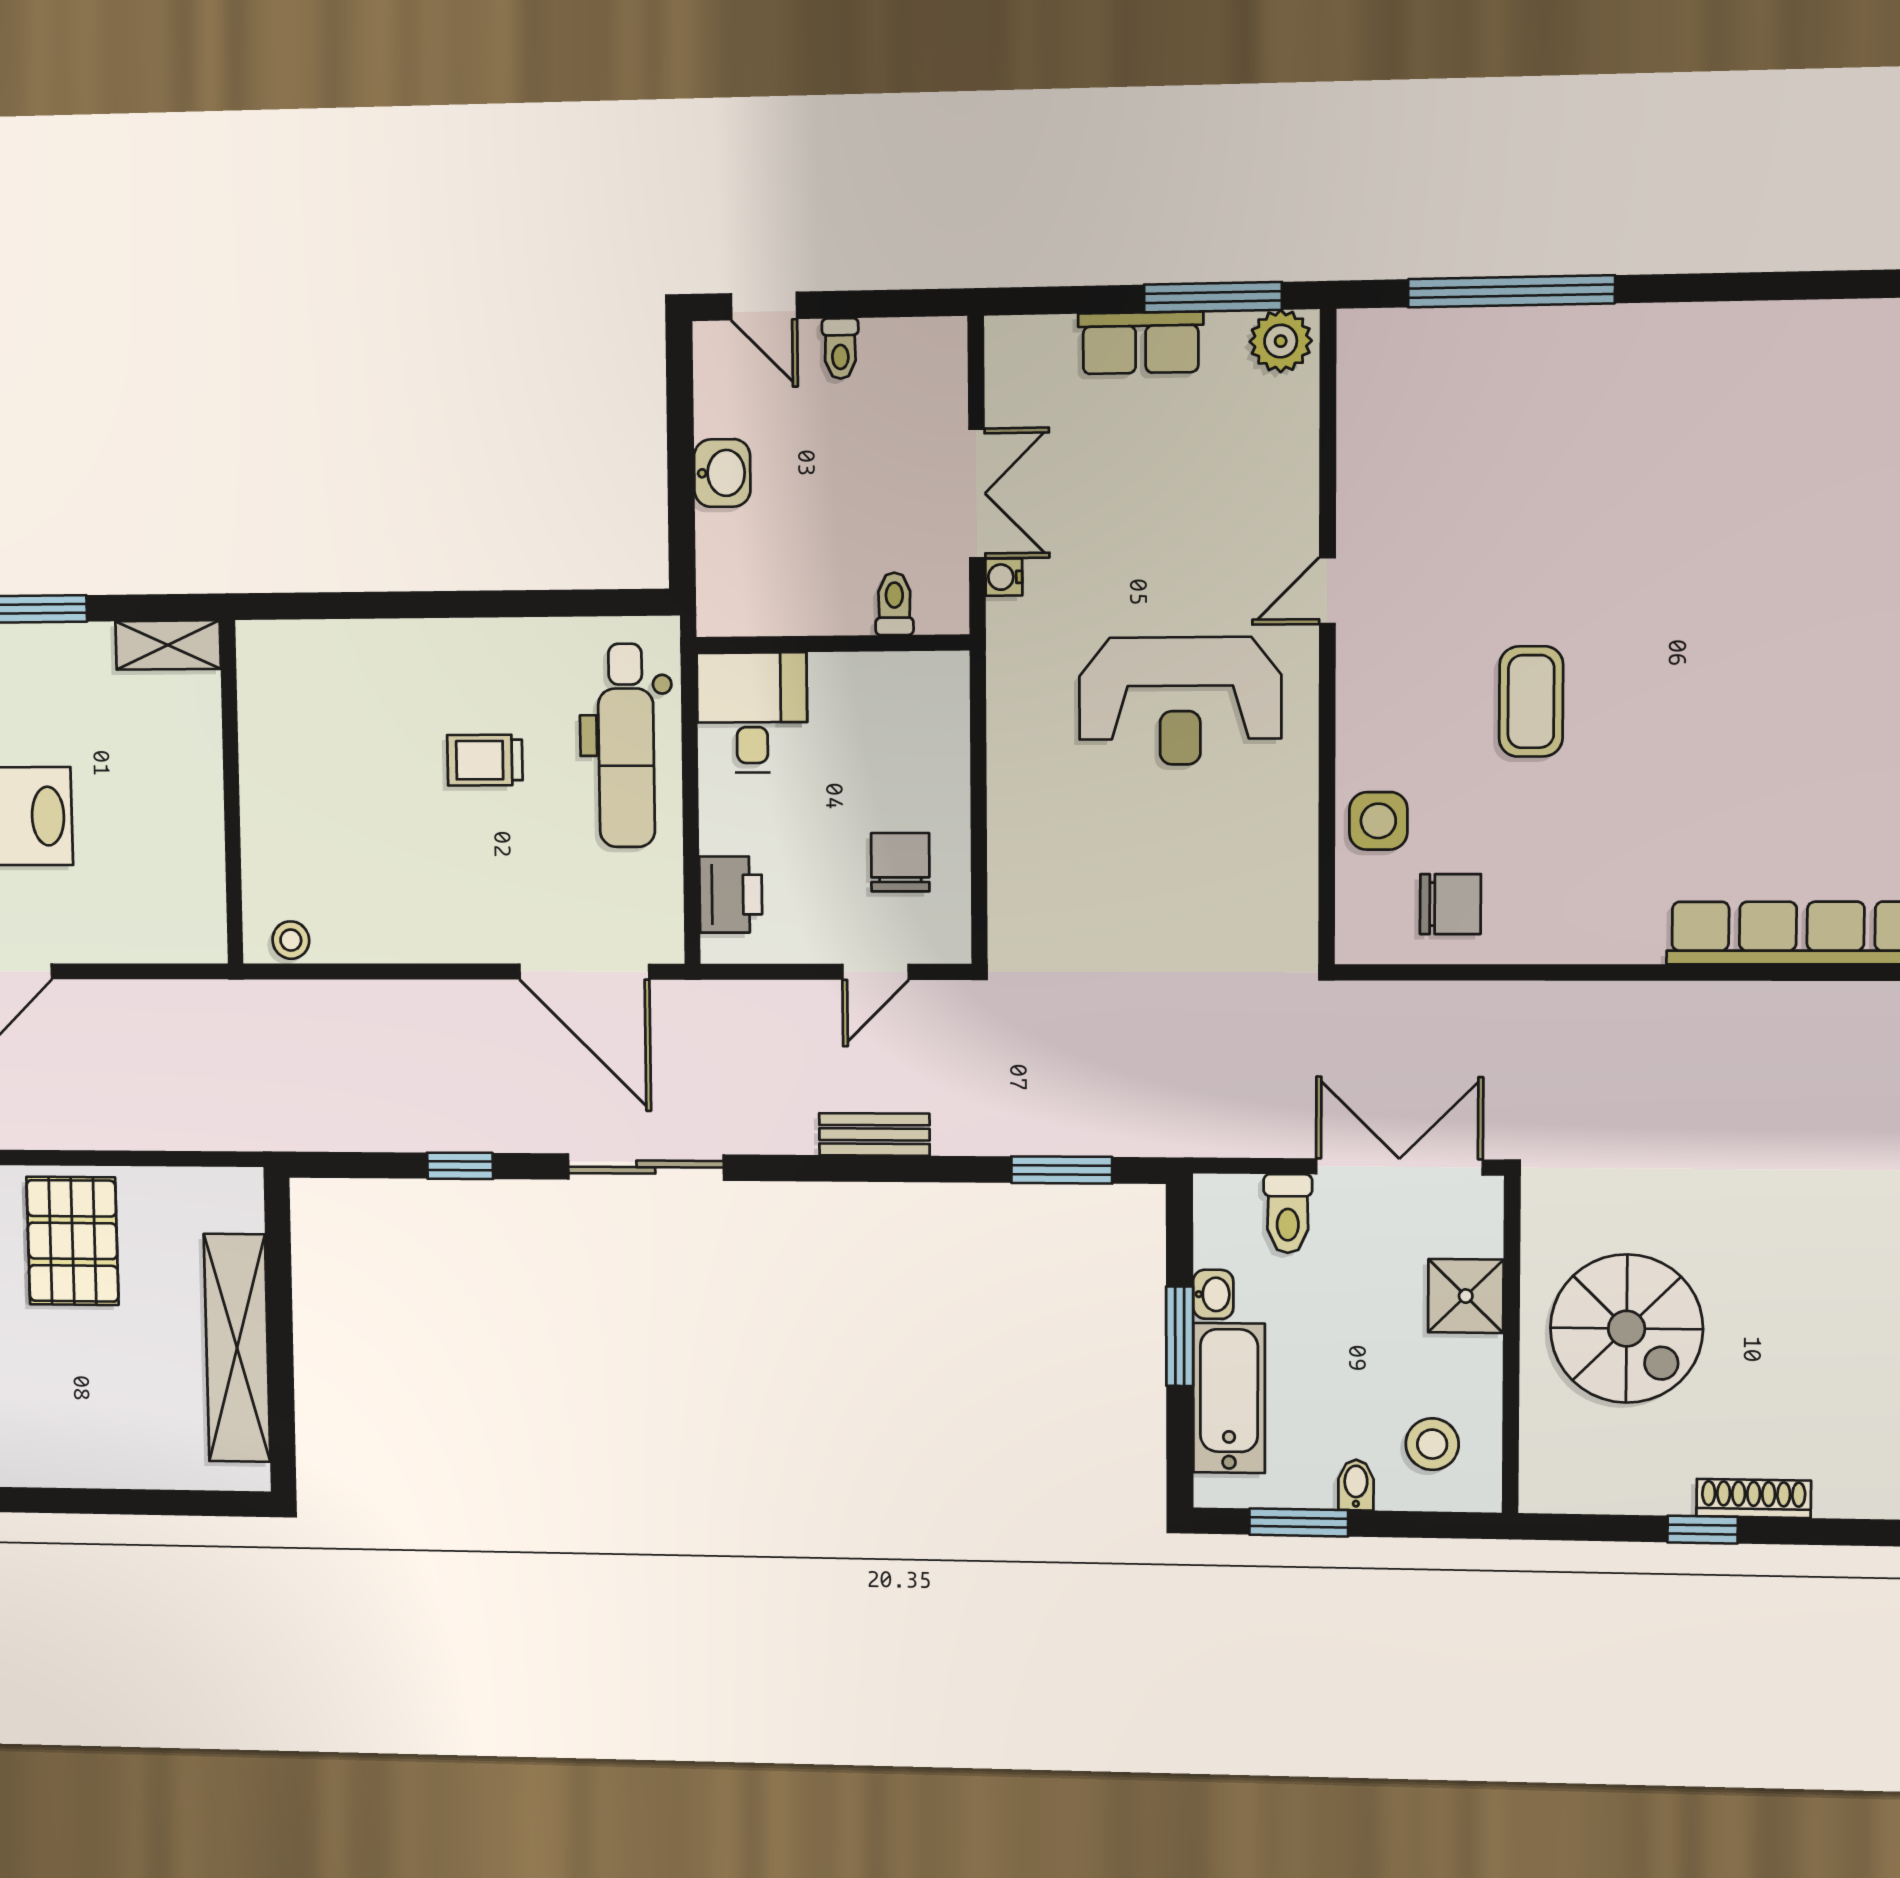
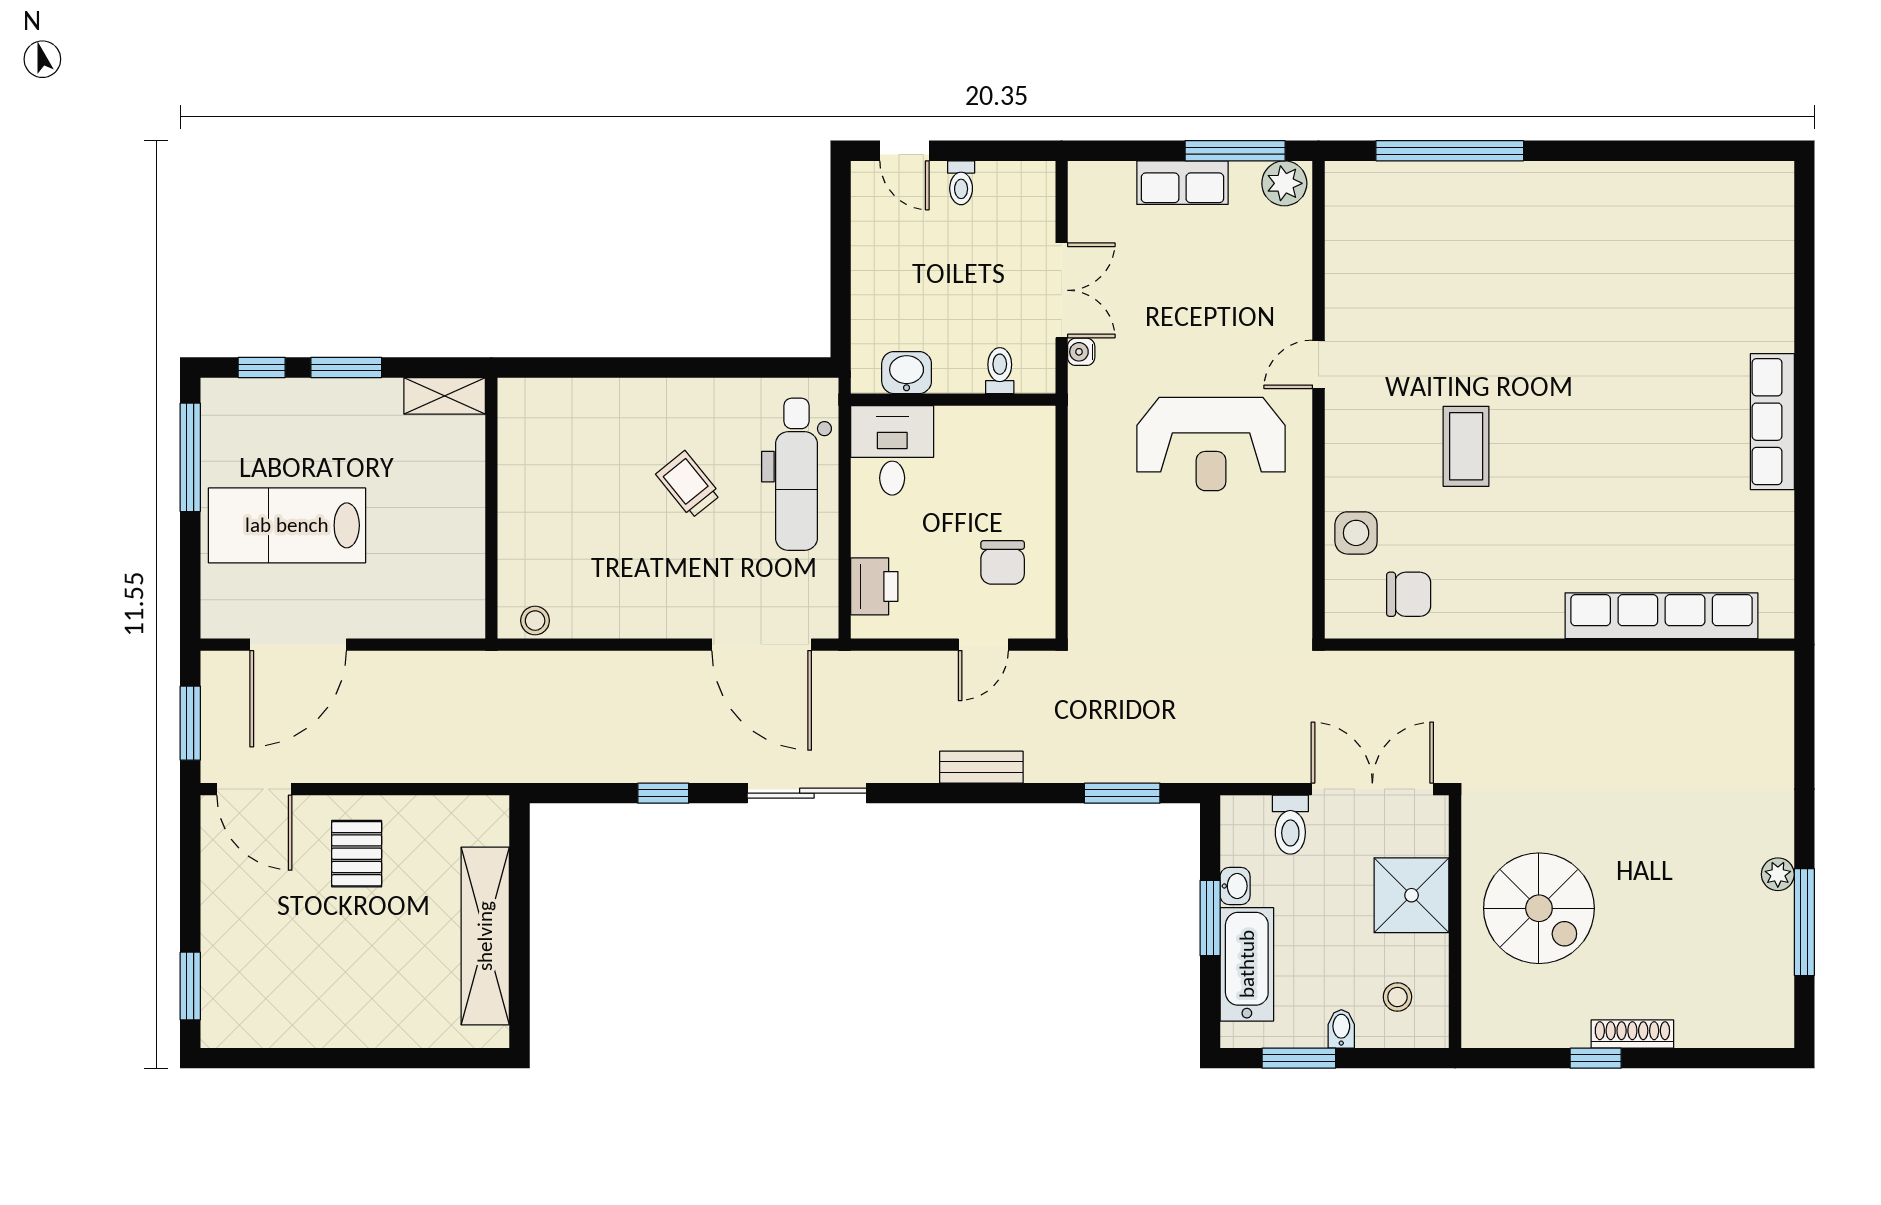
washbasin: (722, 473) -> (907, 373), moved, turned -90
trolley: (485, 760) -> (688, 485), turned 51
chair: (900, 862) -> (1003, 562), turned 180
pallet: (73, 1241) -> (357, 854), width x0.67, depth x0.71
shower: (1466, 1296) -> (1412, 895), width x1.36, depth x1.36
stool: (1432, 1444) -> (1397, 997), width x0.73, depth x0.73

